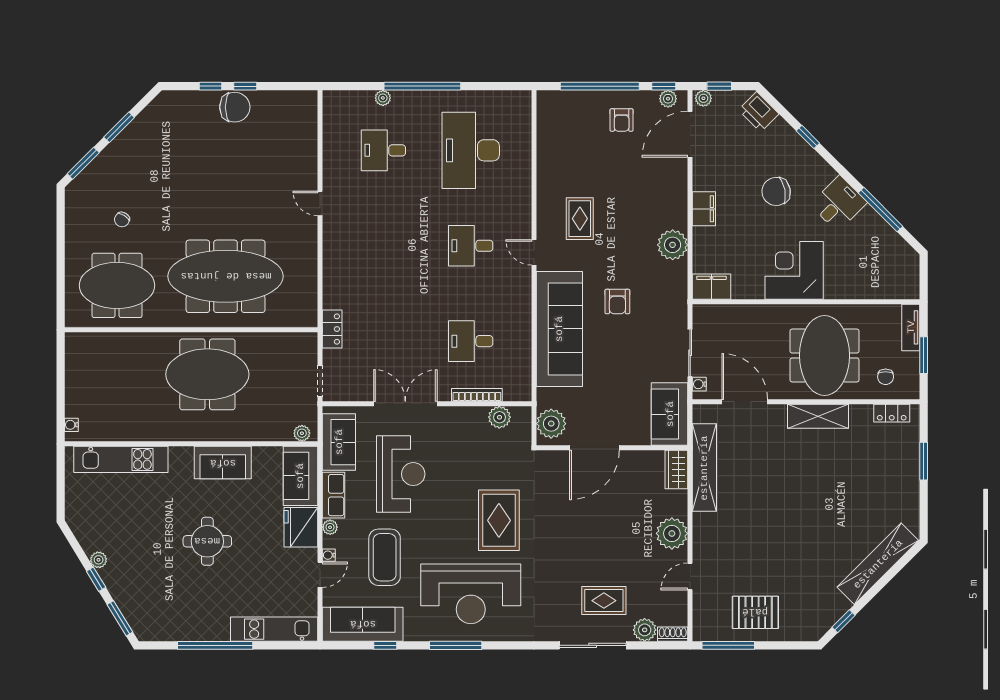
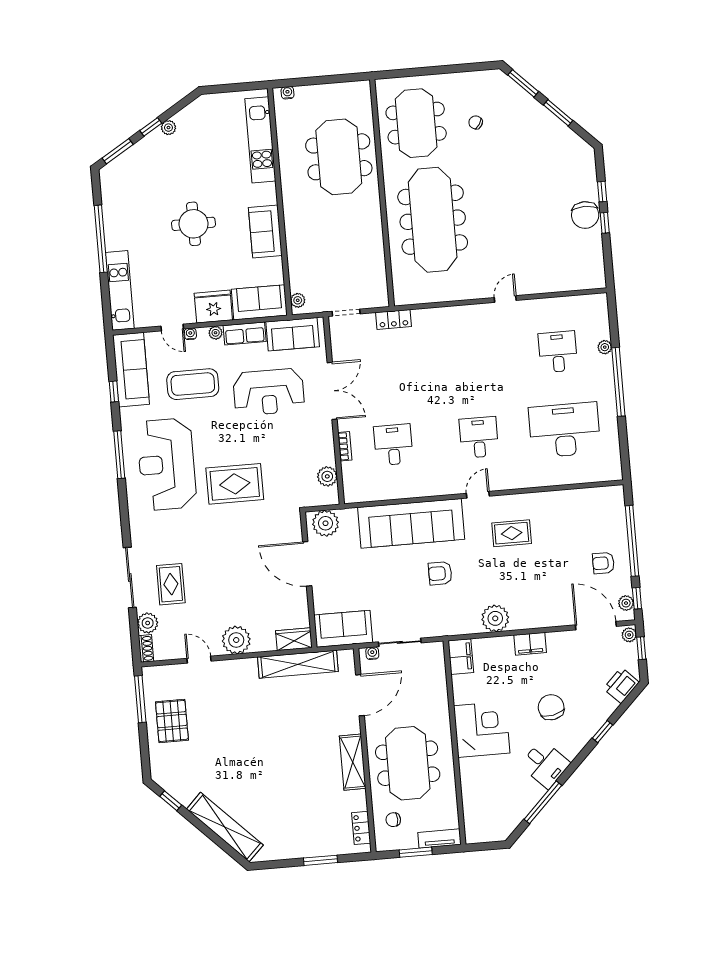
meeting table: (824, 355) -> (408, 763), turned 90
meeting table: (207, 374) -> (339, 157), moved
bookcase: (477, 395) -> (345, 446), width x0.64

